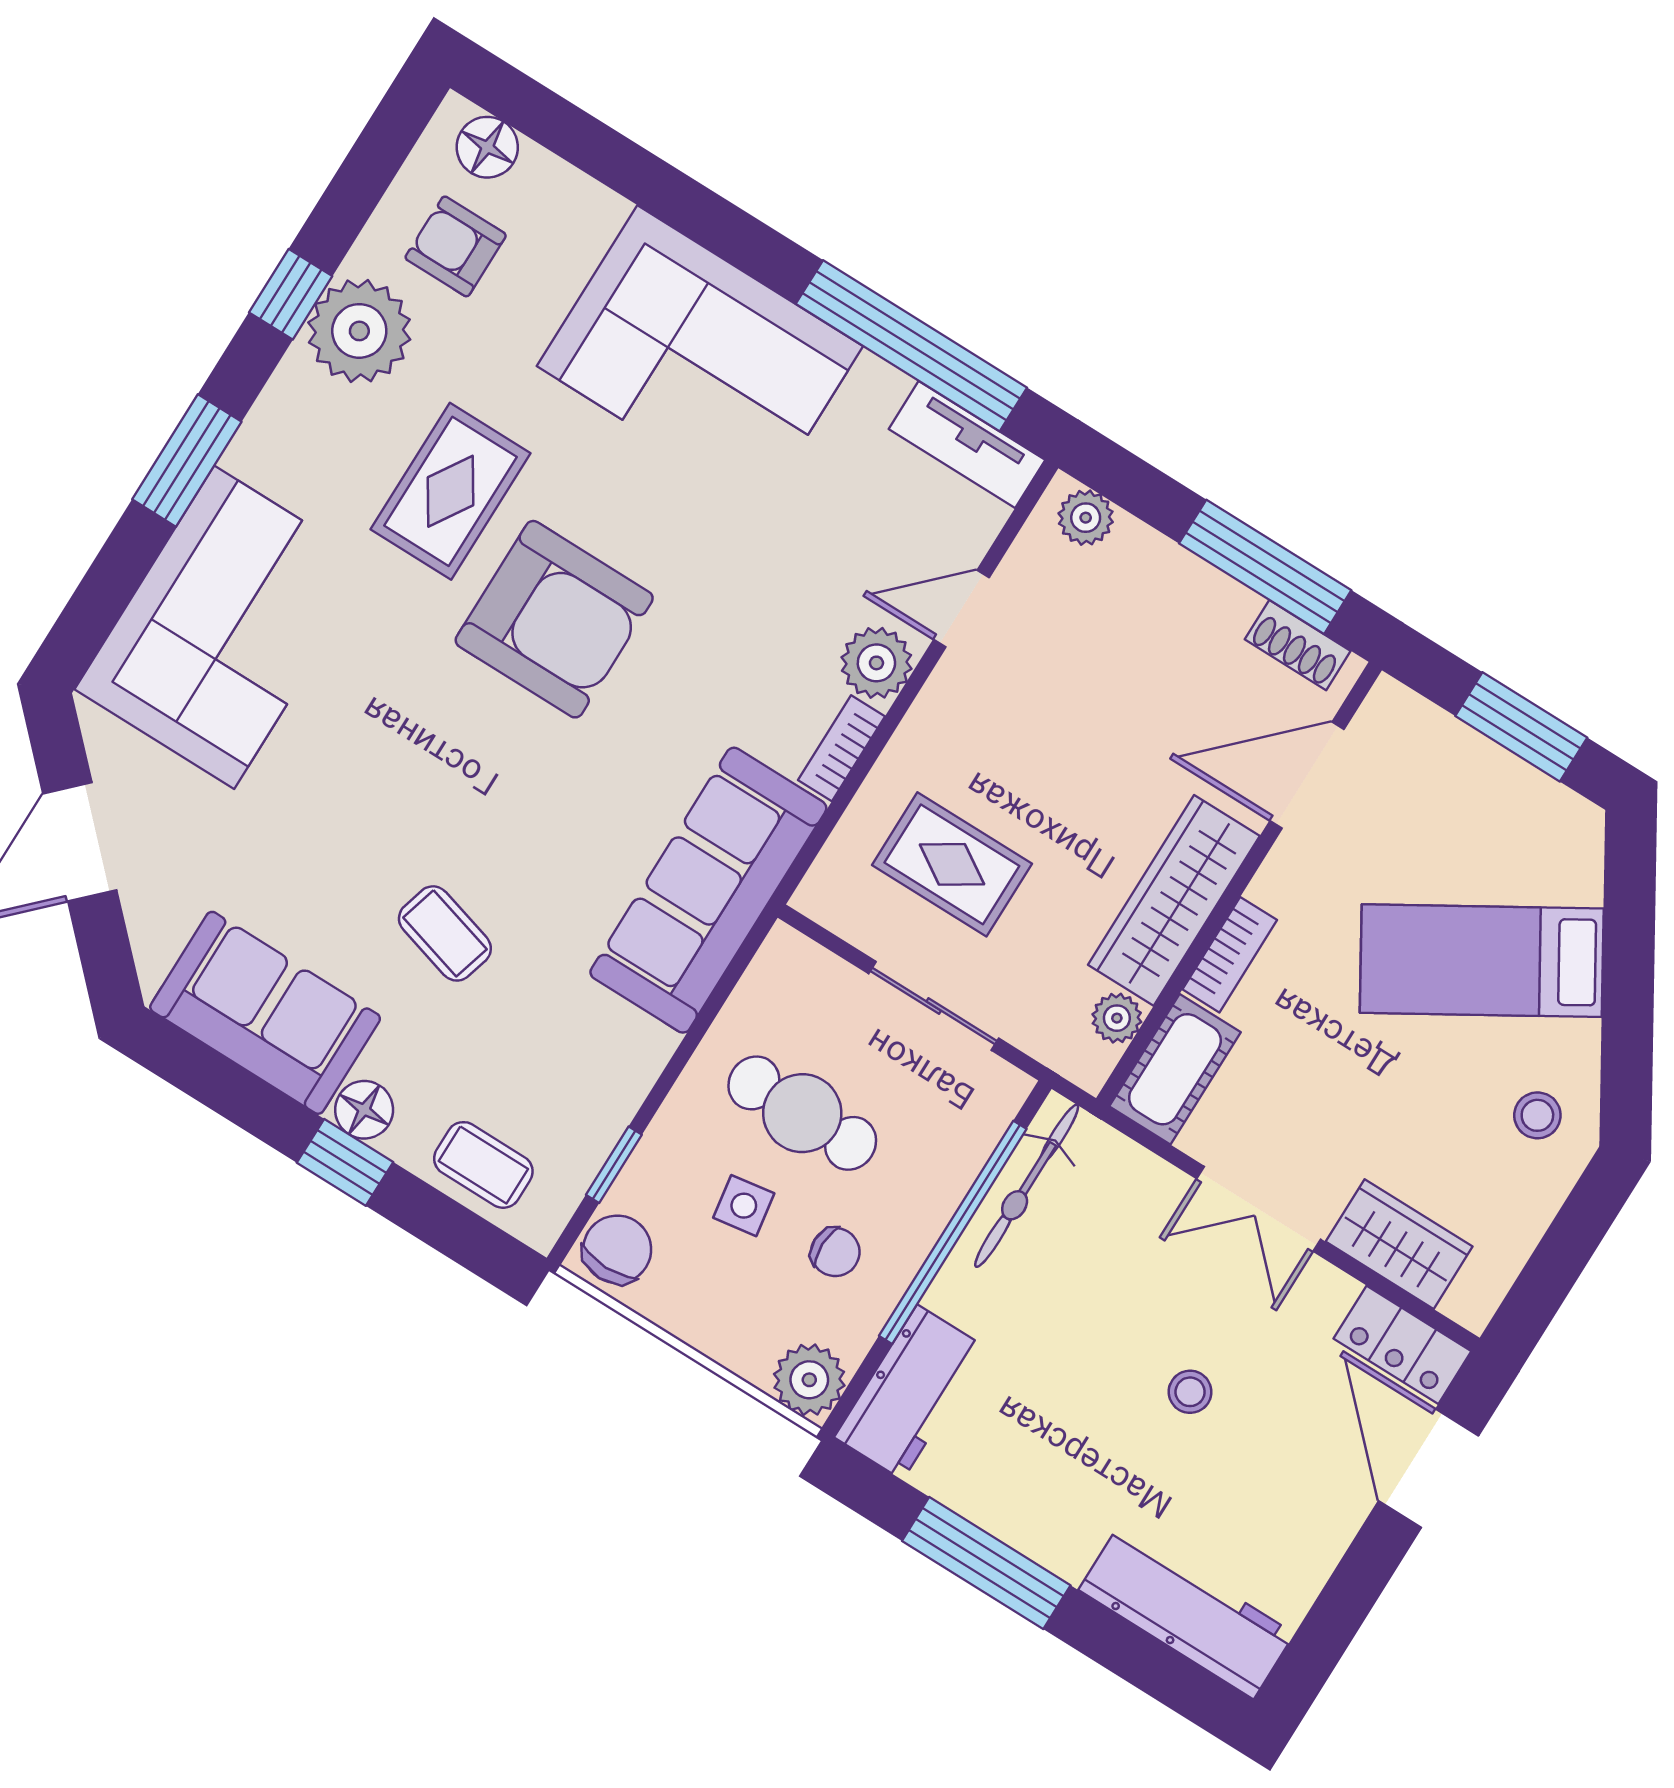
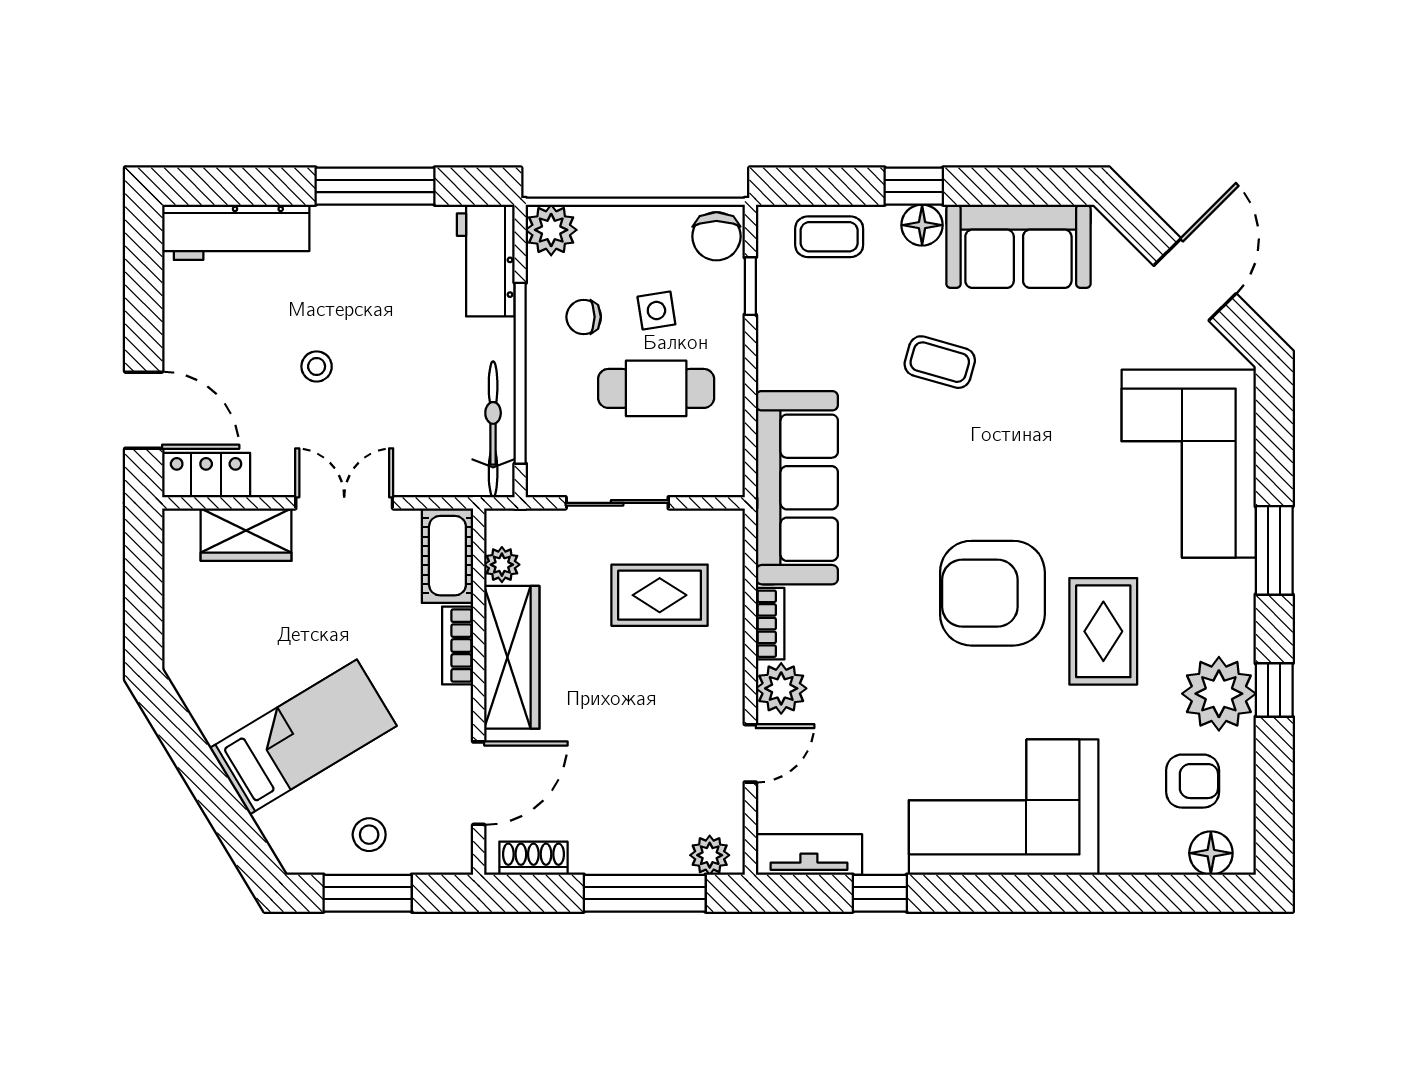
window: (911, 346) -> (880, 893), width x0.32
window: (1265, 567) -> (645, 893), moved
stool: (1537, 1115) -> (369, 835), moved

